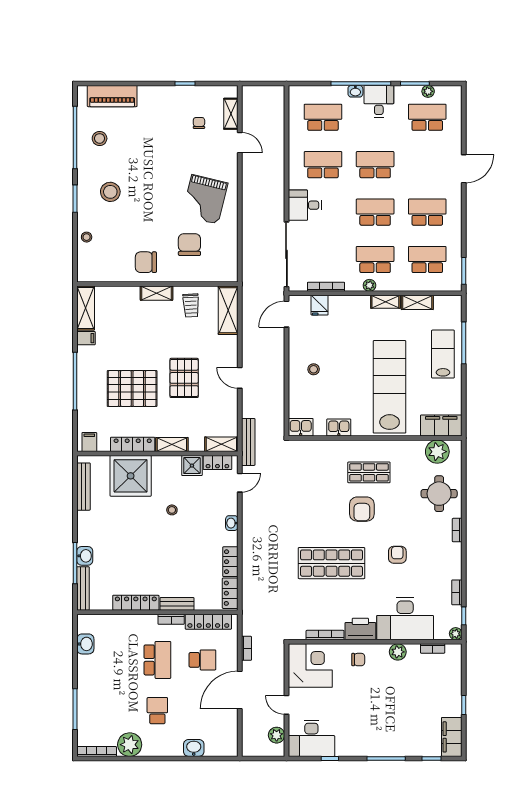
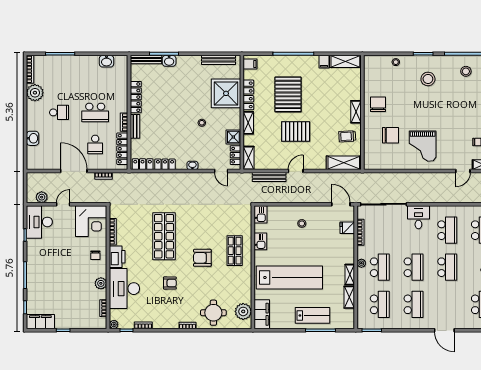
grand piano: (205, 199) -> (423, 146), turned -104
bench: (248, 442) -> (269, 177), moved
shop shelf: (369, 472) -> (235, 251), moved

